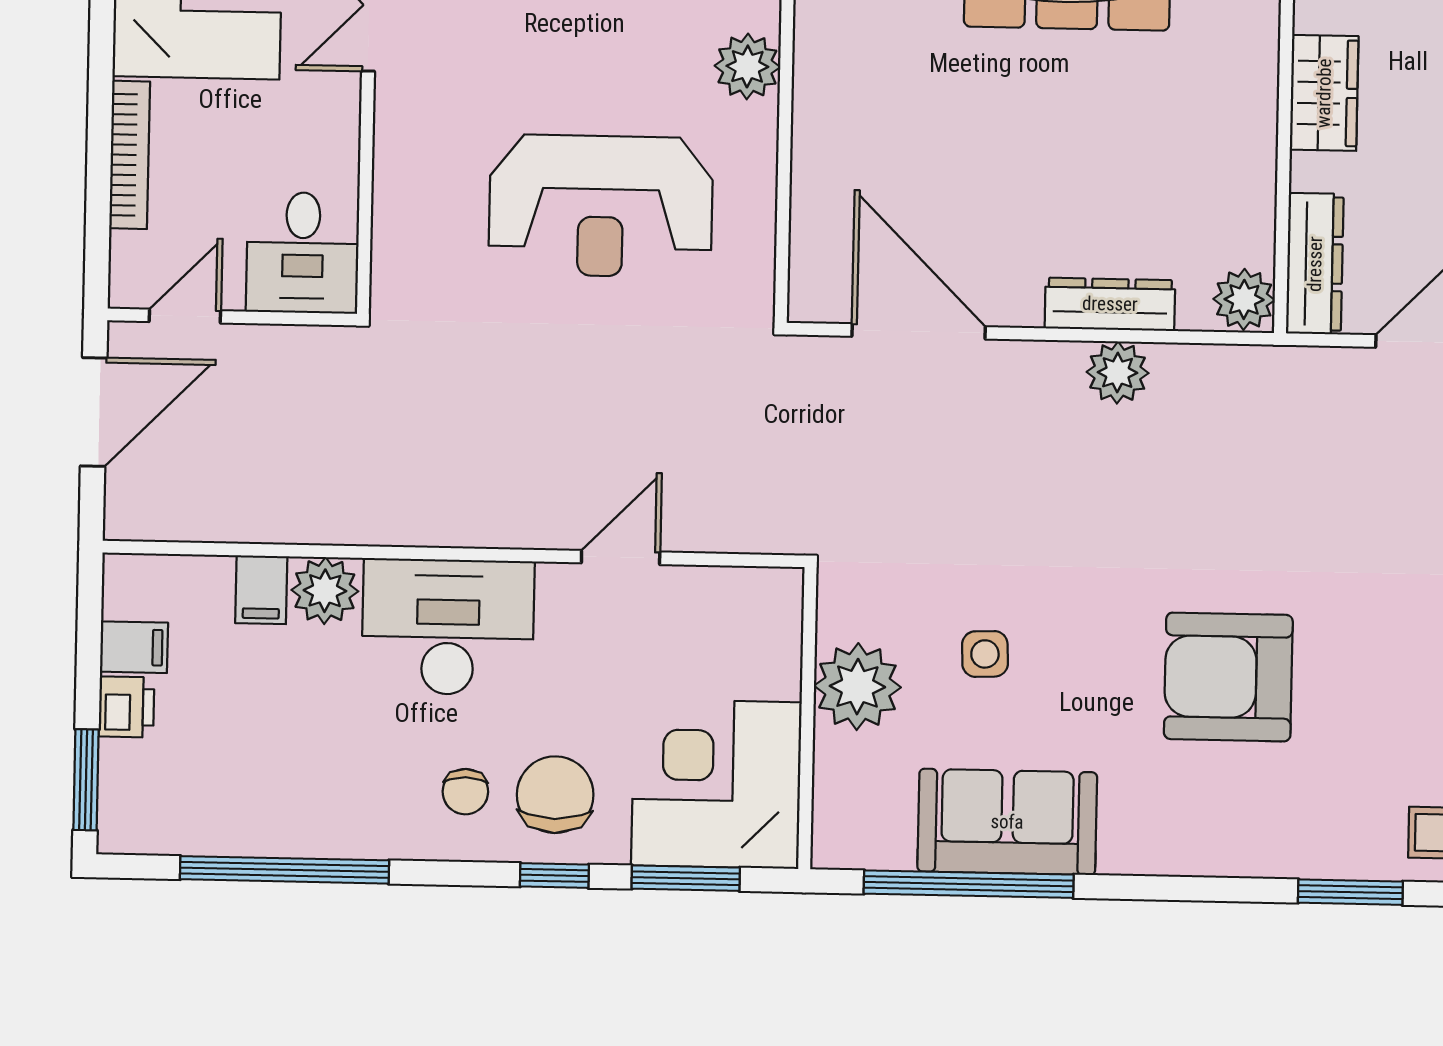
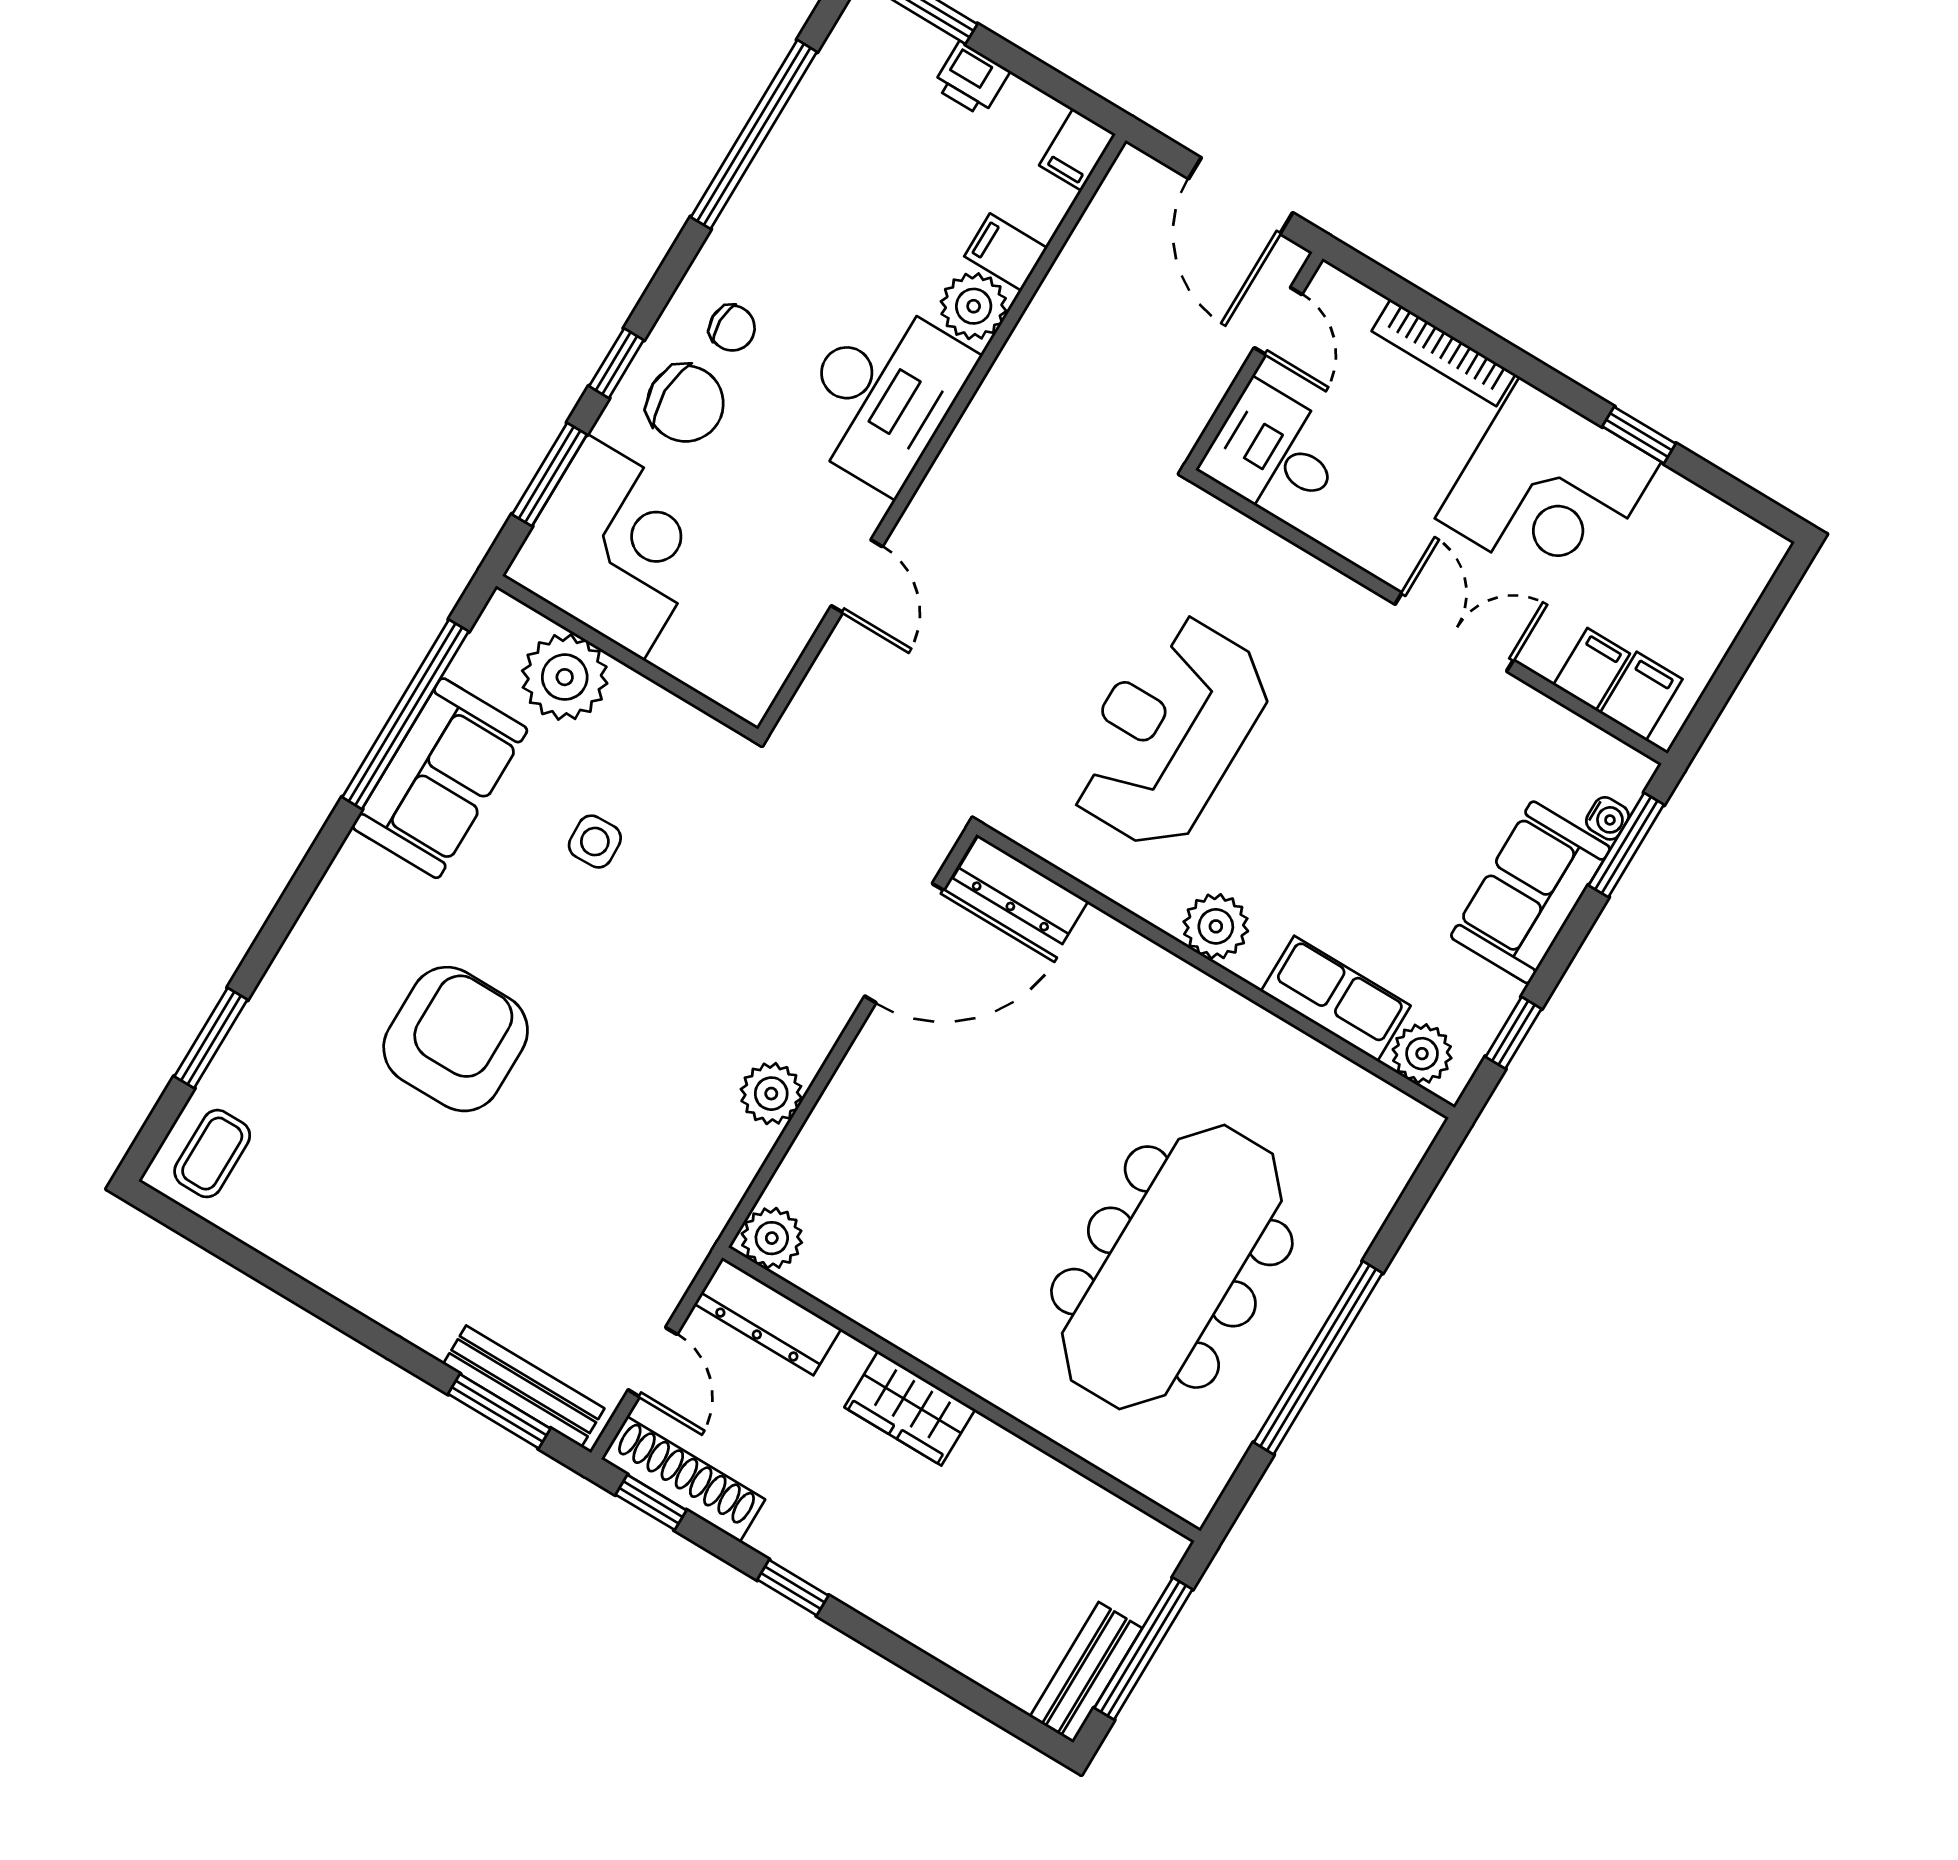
dresser: (1110, 304) -> (1020, 890), moved, turned 90
filing cabinet: (134, 647) -> (1077, 150), moved
plant: (857, 687) -> (565, 677), moved
chair: (465, 792) -> (732, 328), turned 180

